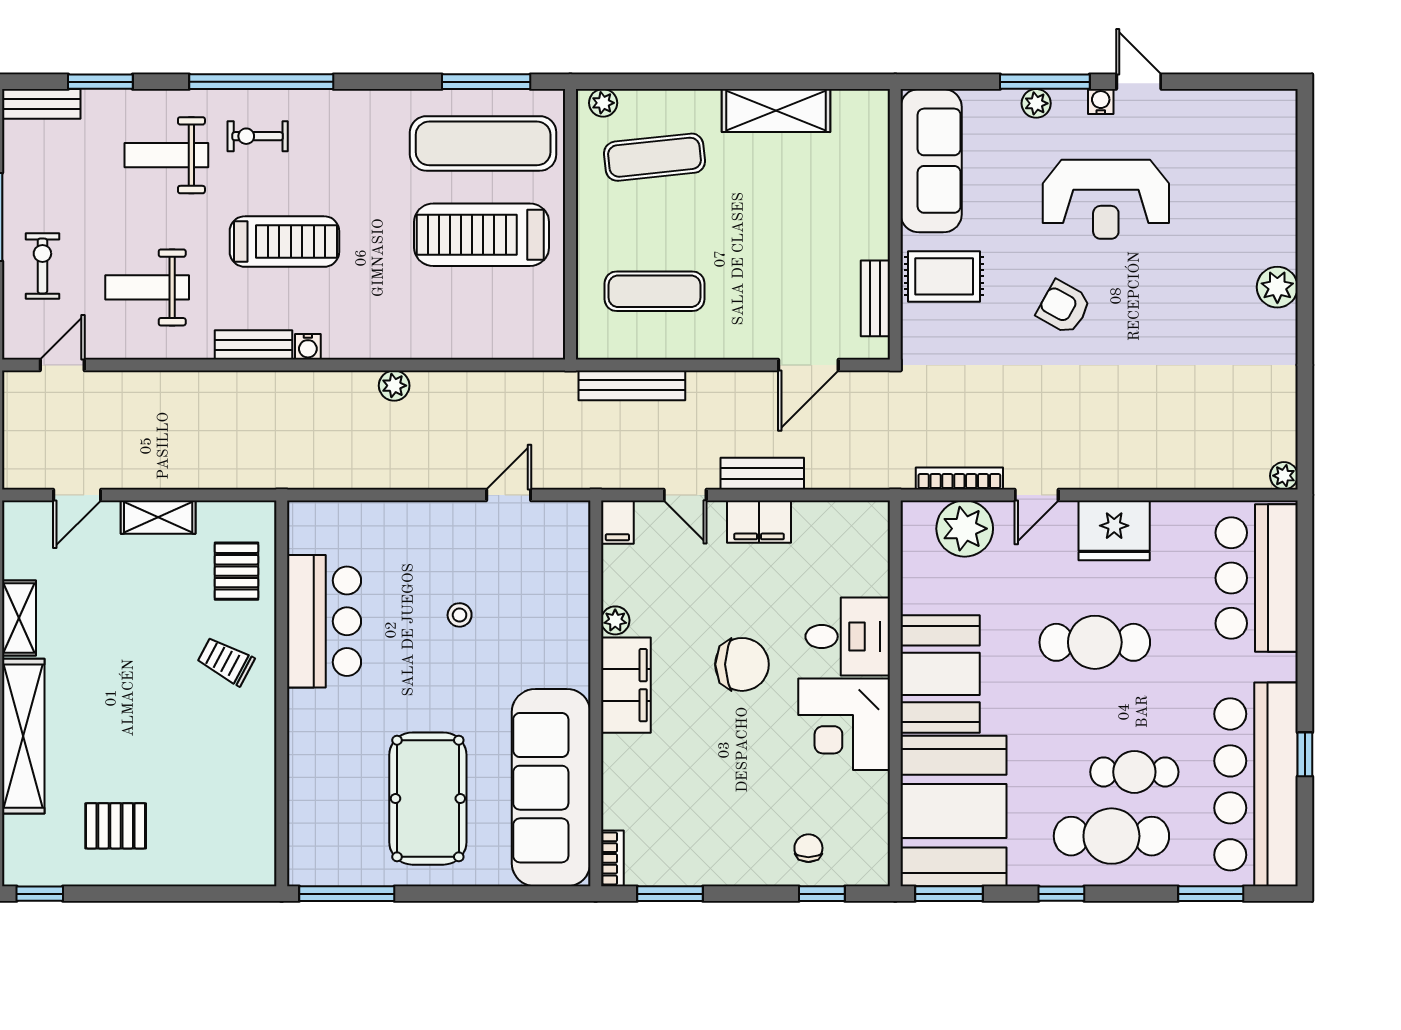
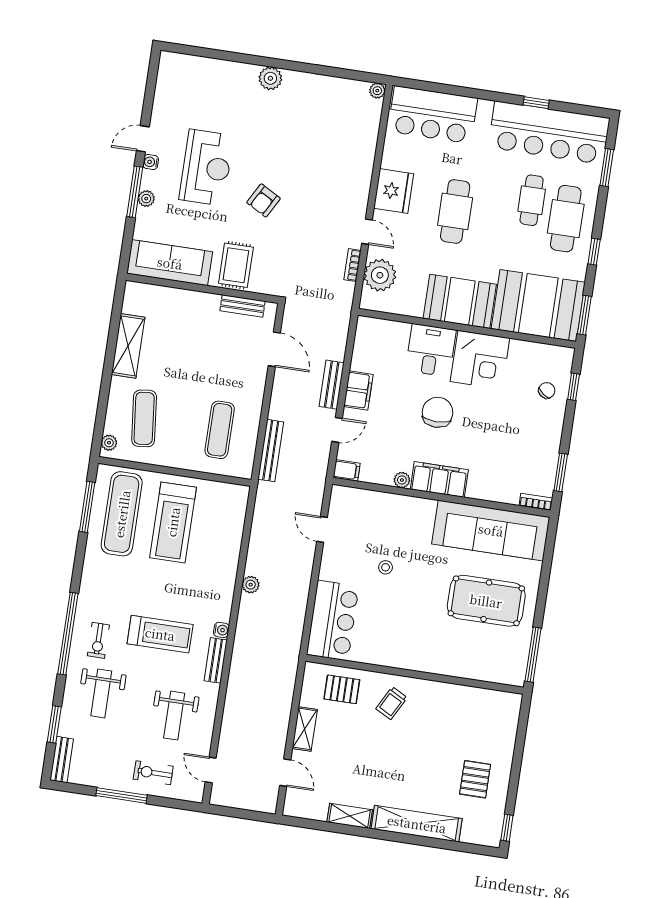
treadmill: (284, 242) -> (160, 634), turned 90
bookcase: (959, 478) -> (352, 265), width x0.64
bar counter: (324, 621) -> (333, 620), moved, turned 90
chair: (808, 848) -> (547, 390), turned 127

